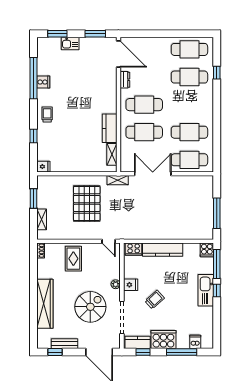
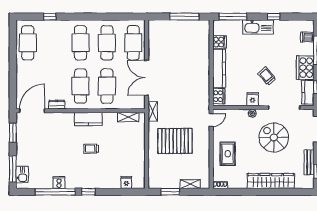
window: (57, 34) -> (13, 169), width x1.44
kitchen sink: (70, 44) -> (22, 174), moved
cafe table: (189, 77) -> (81, 43), moved
trolley: (47, 114) -> (91, 149), moved
kitchen counter: (110, 128) -> (88, 119), moved
window: (34, 136) -> (88, 192), moved
fridge: (43, 167) -> (126, 182), moved
cooker: (207, 250) -> (219, 42), moved
rug: (73, 259) -> (228, 154), turned 90
window: (217, 290) -> (274, 17), moved

